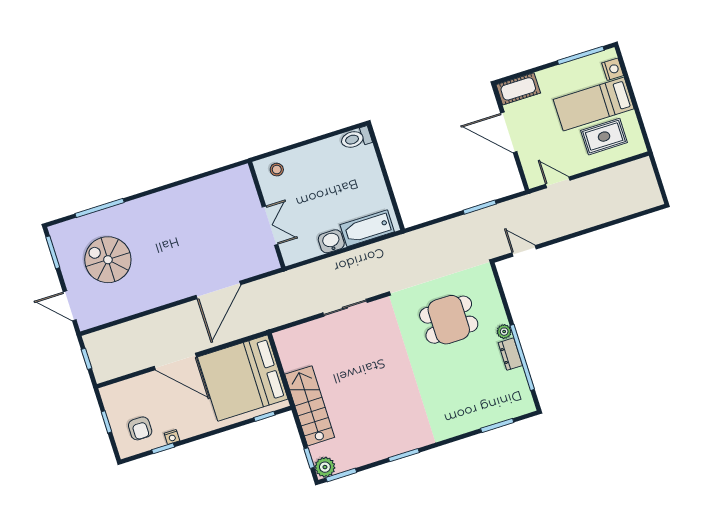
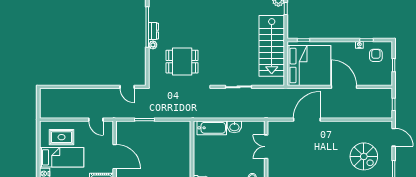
stairs: (310, 406) -> (272, 46), width x1.36, depth x1.51

